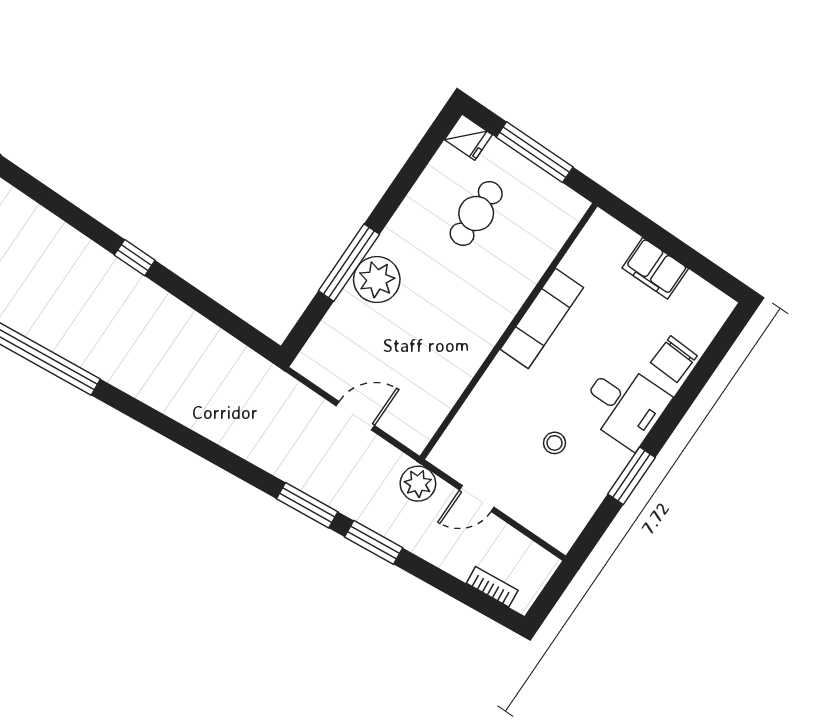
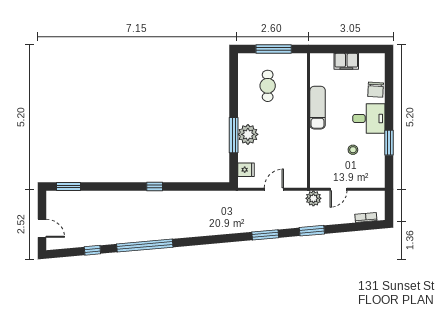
fridge: (468, 137) -> (246, 170), moved
window: (307, 505) -> (265, 235), moved

